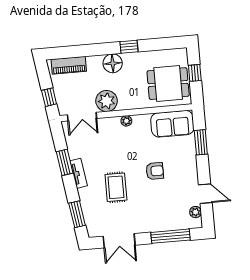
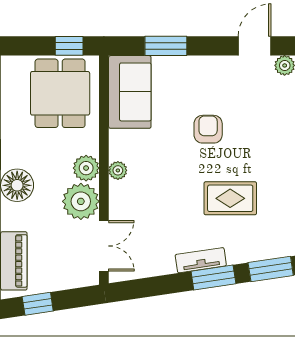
window: (195, 73) -> (69, 46), moved
window: (49, 97) -> (38, 304), moved
plant: (126, 102) -> (86, 168), added
window: (65, 162) -> (213, 278), moved

